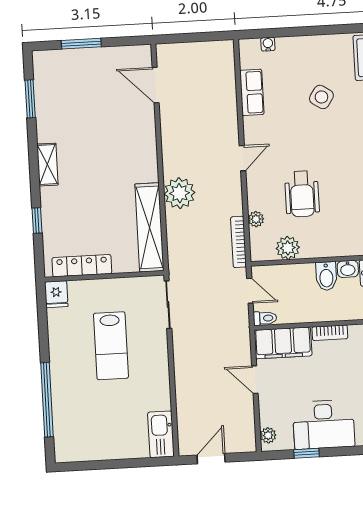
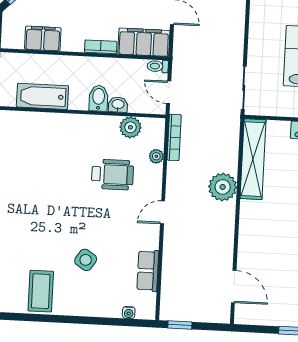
window: (210, 36) -> (180, 325), added
wheelchair: (302, 194) -> (112, 174), turned 90
washbasin: (348, 269) -> (118, 105), moved

